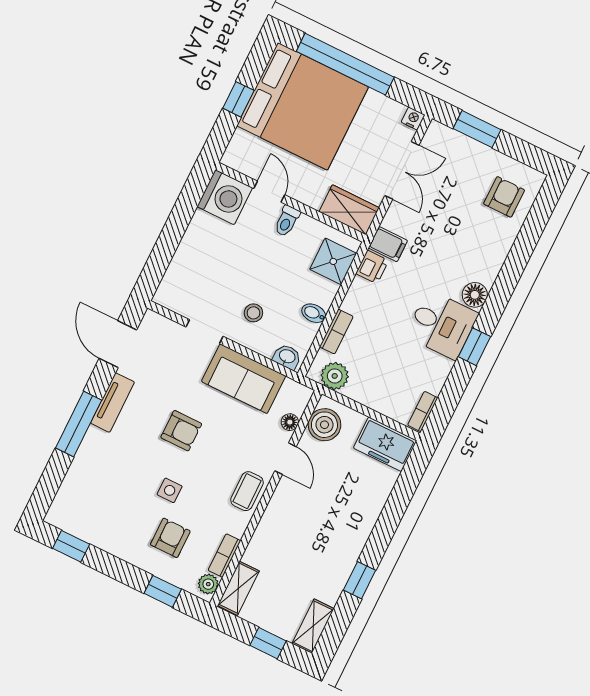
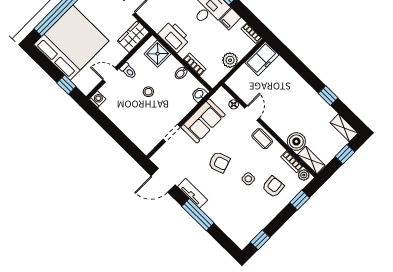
window: (238, 99) -> (66, 85), moved
washing machine: (225, 197) -> (98, 99), width x0.53, depth x0.53
filing cabinet: (388, 244) -> (230, 19), moved, turned 180
printer: (372, 267) -> (174, 37), width x1.87, depth x1.48
stool: (253, 313) -> (148, 92), moved
plant: (335, 376) -> (230, 60), moved
boiler: (324, 425) -> (296, 141), moved
armchair: (181, 431) -> (219, 162), turned 71
door: (285, 459) -> (252, 113), hinge flipped
armchair: (170, 538) -> (273, 187), turned 85

